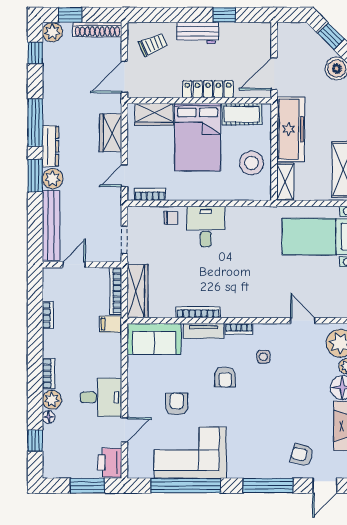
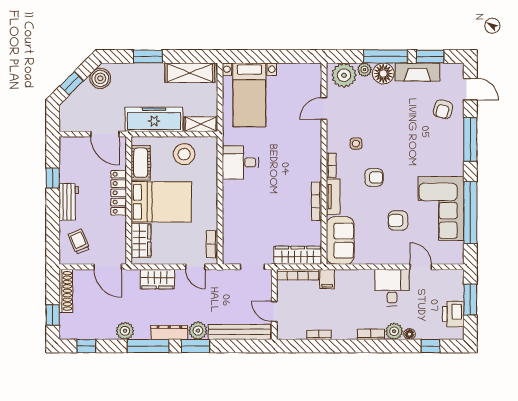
plant: (52, 32) -> (125, 331), moved
chair: (171, 218) -> (233, 226), removed
desk: (206, 226) -> (240, 162), moved
printer: (110, 463) -> (453, 314), moved, turned 90

